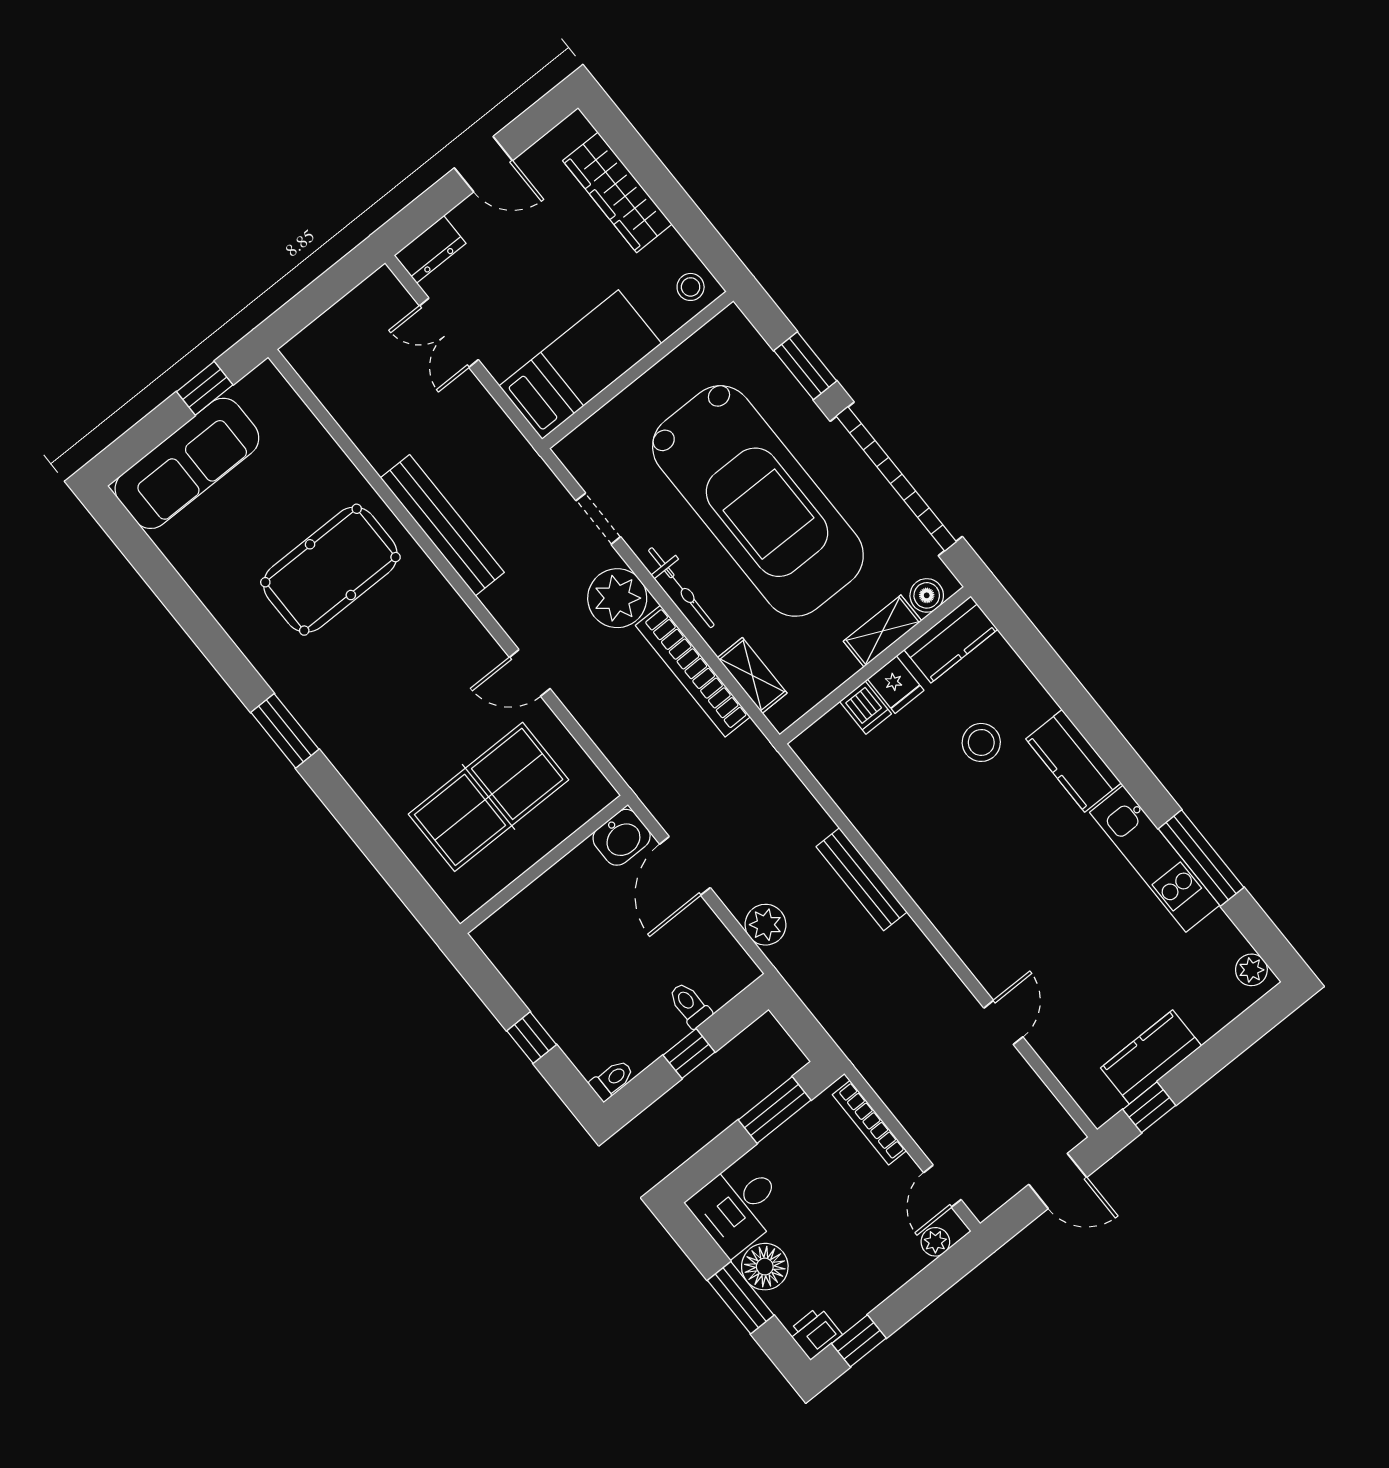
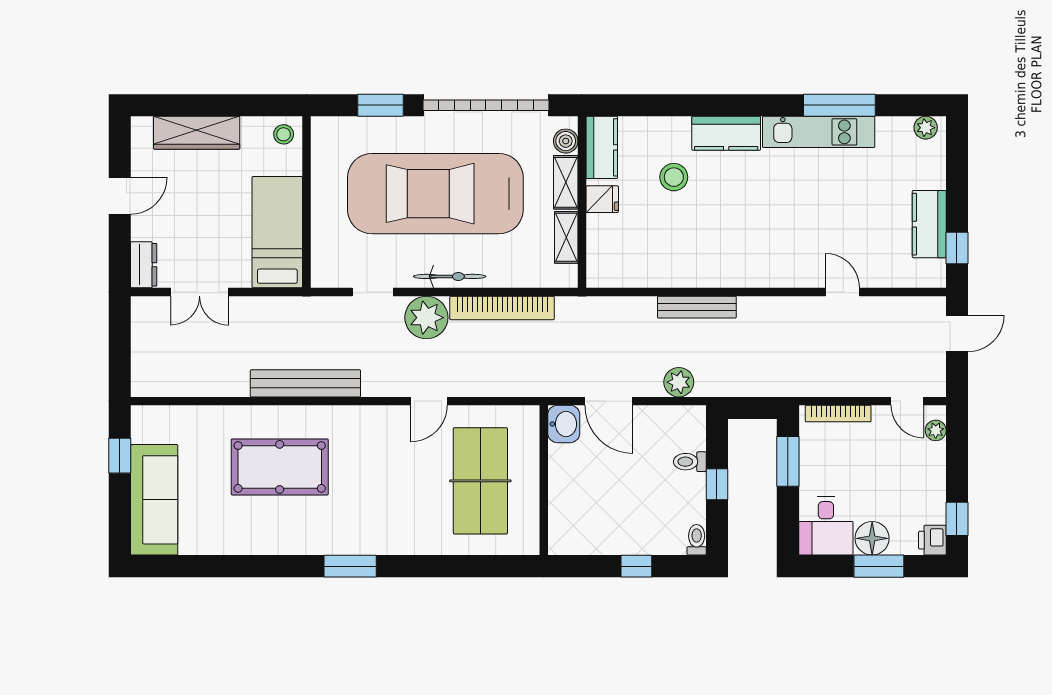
car: (758, 501) -> (435, 194), turned 180
pool table: (330, 570) -> (280, 467), turned 90
shelving: (752, 675) -> (566, 237), moved, turned 90
dishwasher: (865, 708) -> (601, 227), removed

